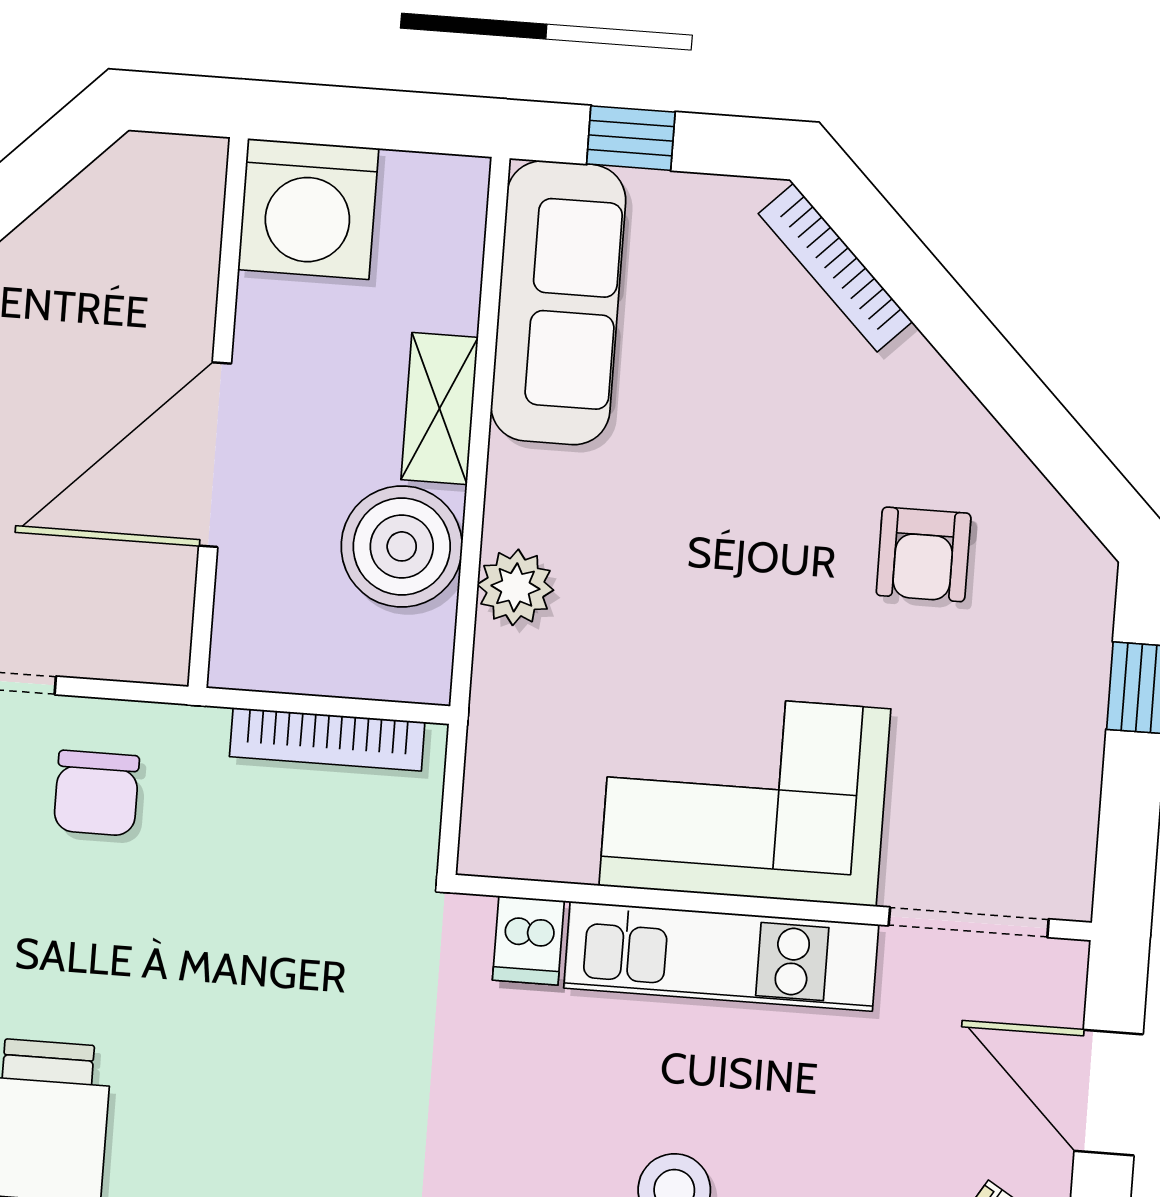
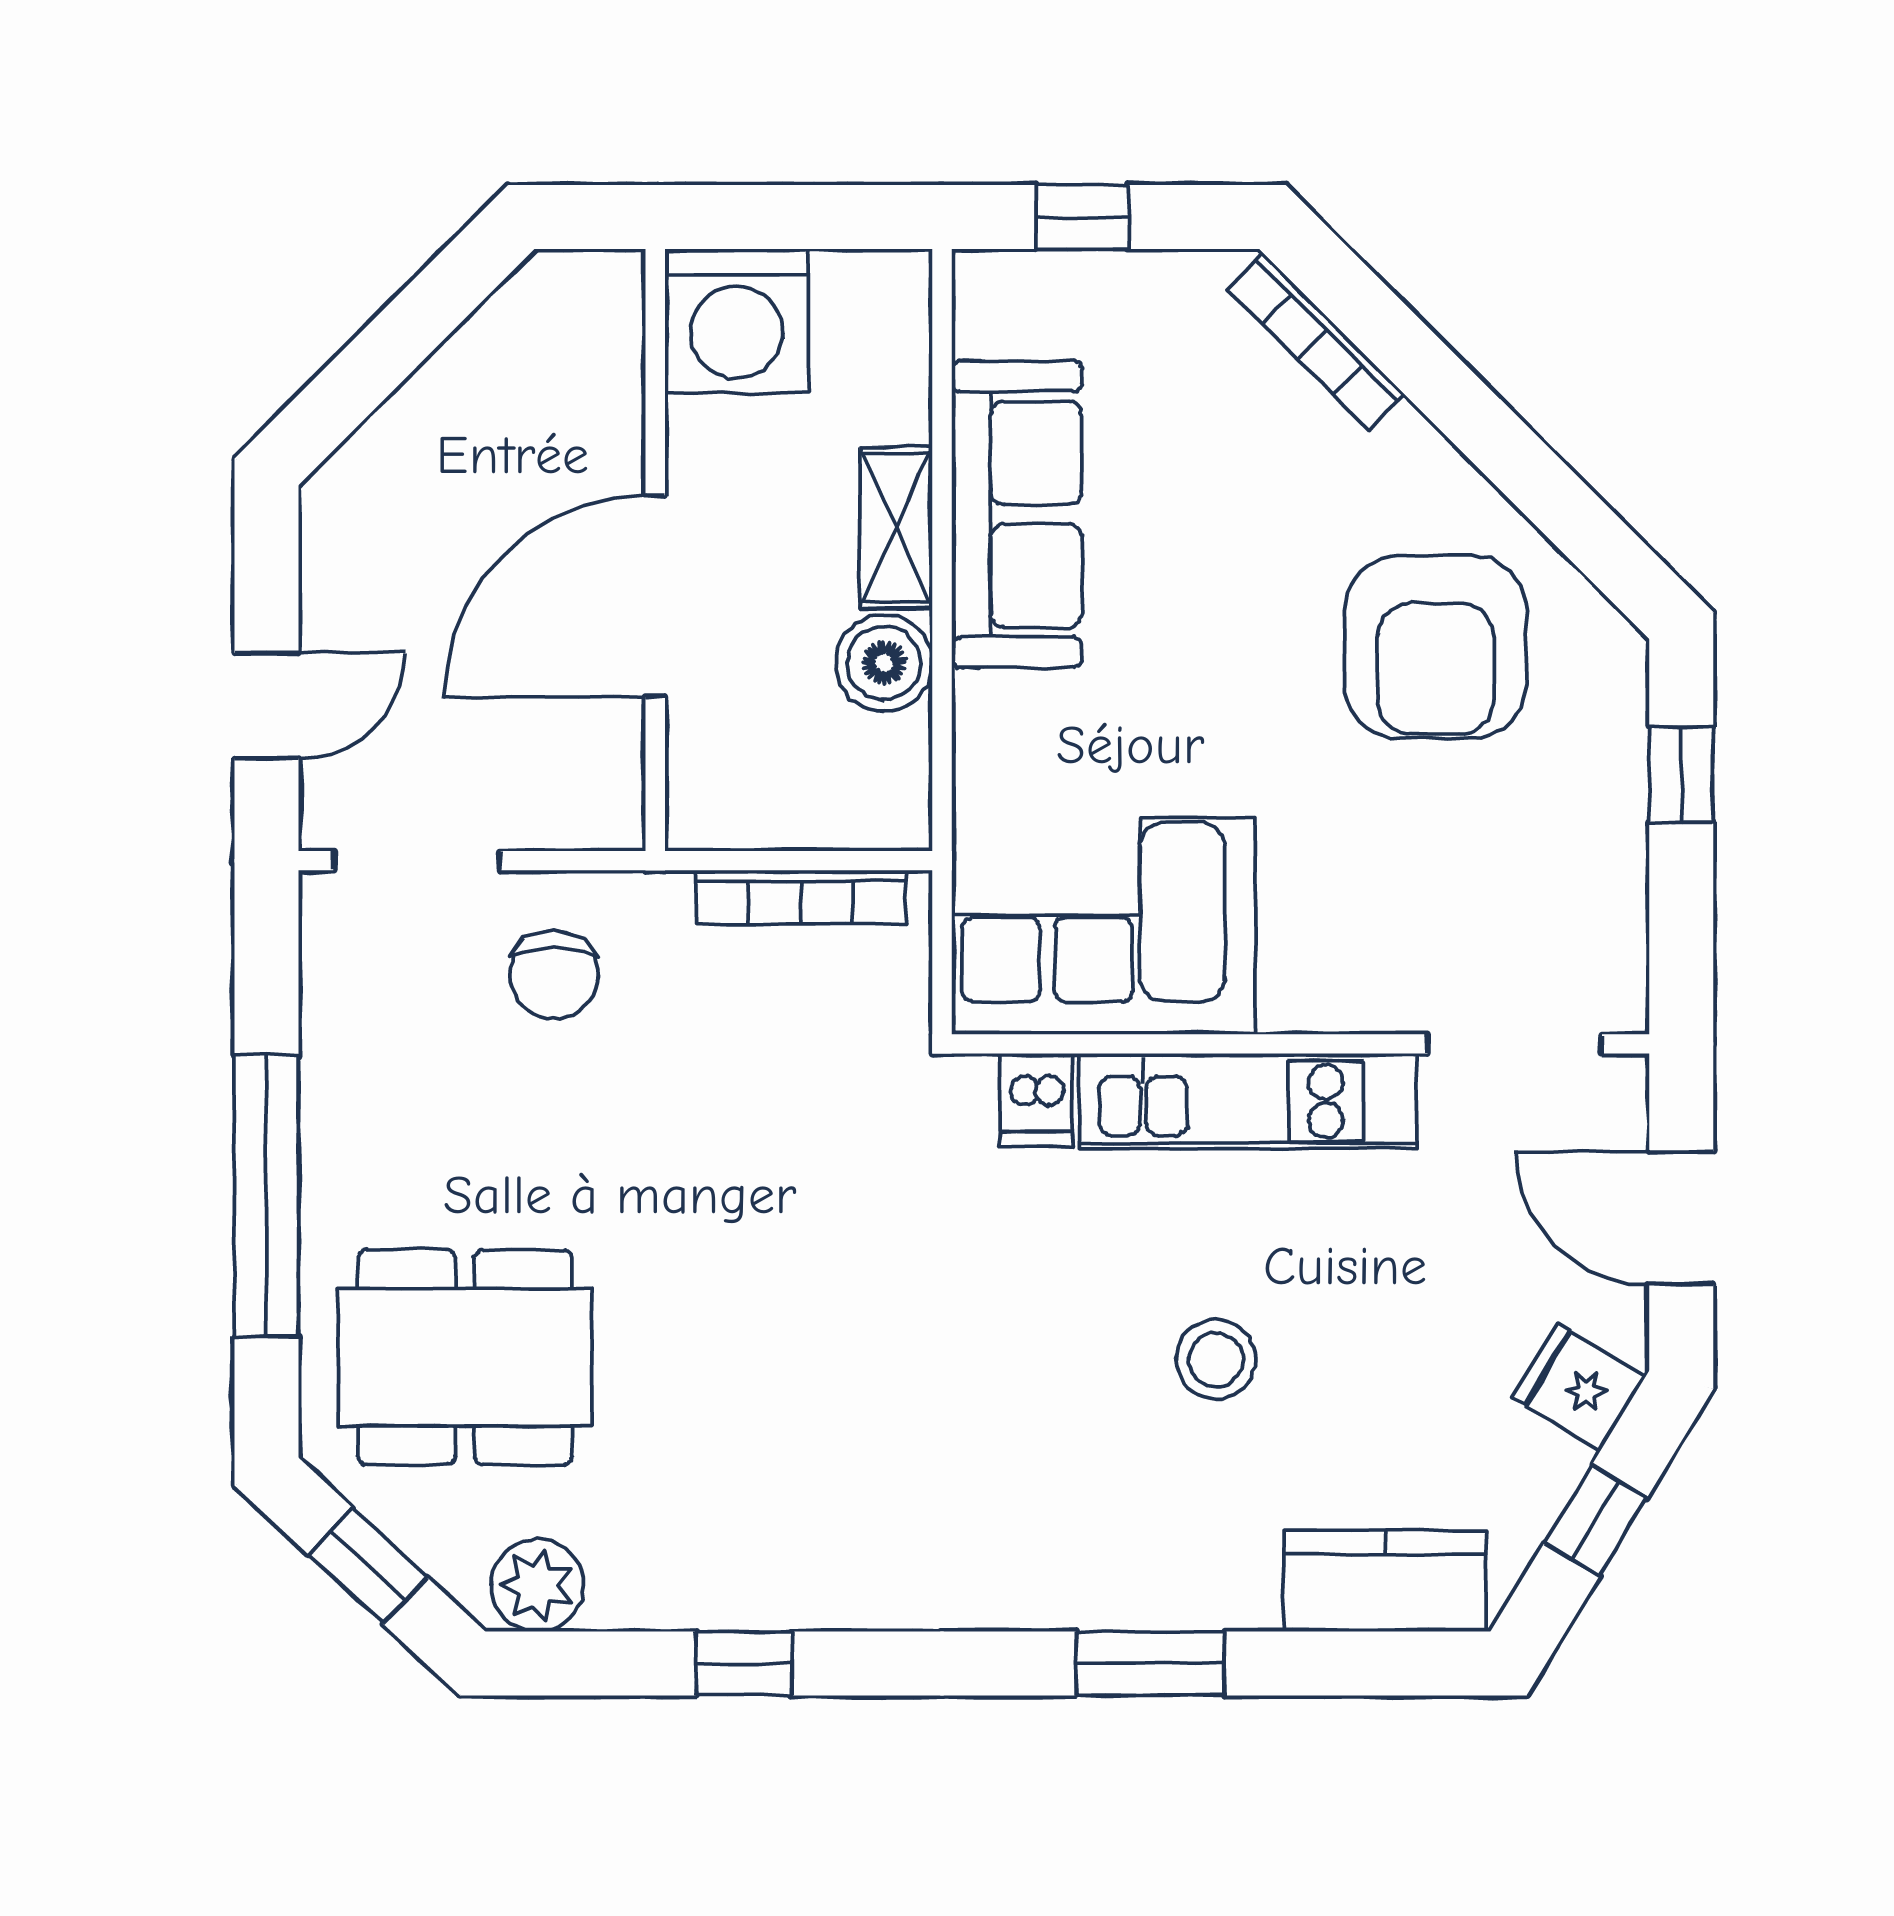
sofa: (558, 303) -> (1017, 514), moved
boiler: (402, 546) -> (884, 663), width x0.73, depth x0.73
armchair: (924, 554) -> (1435, 647), width x1.88, depth x1.88
plant: (515, 587) -> (993, 716), removed
corner sofa: (745, 797) -> (1103, 926), moved

